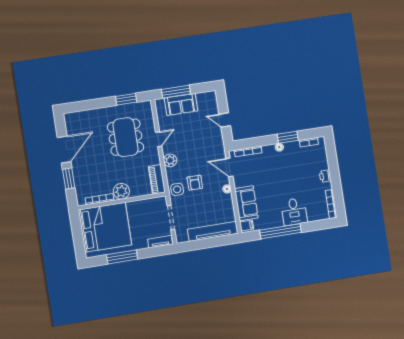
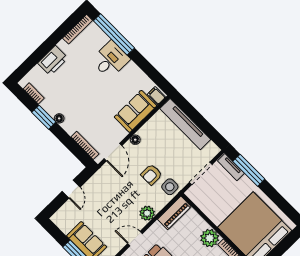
printer: (325, 176) -> (53, 61), width x1.87, depth x1.48
armchair: (195, 183) -> (151, 175), turned 180
window: (280, 231) -> (114, 34), moved
window: (122, 257) -> (249, 170), moved

